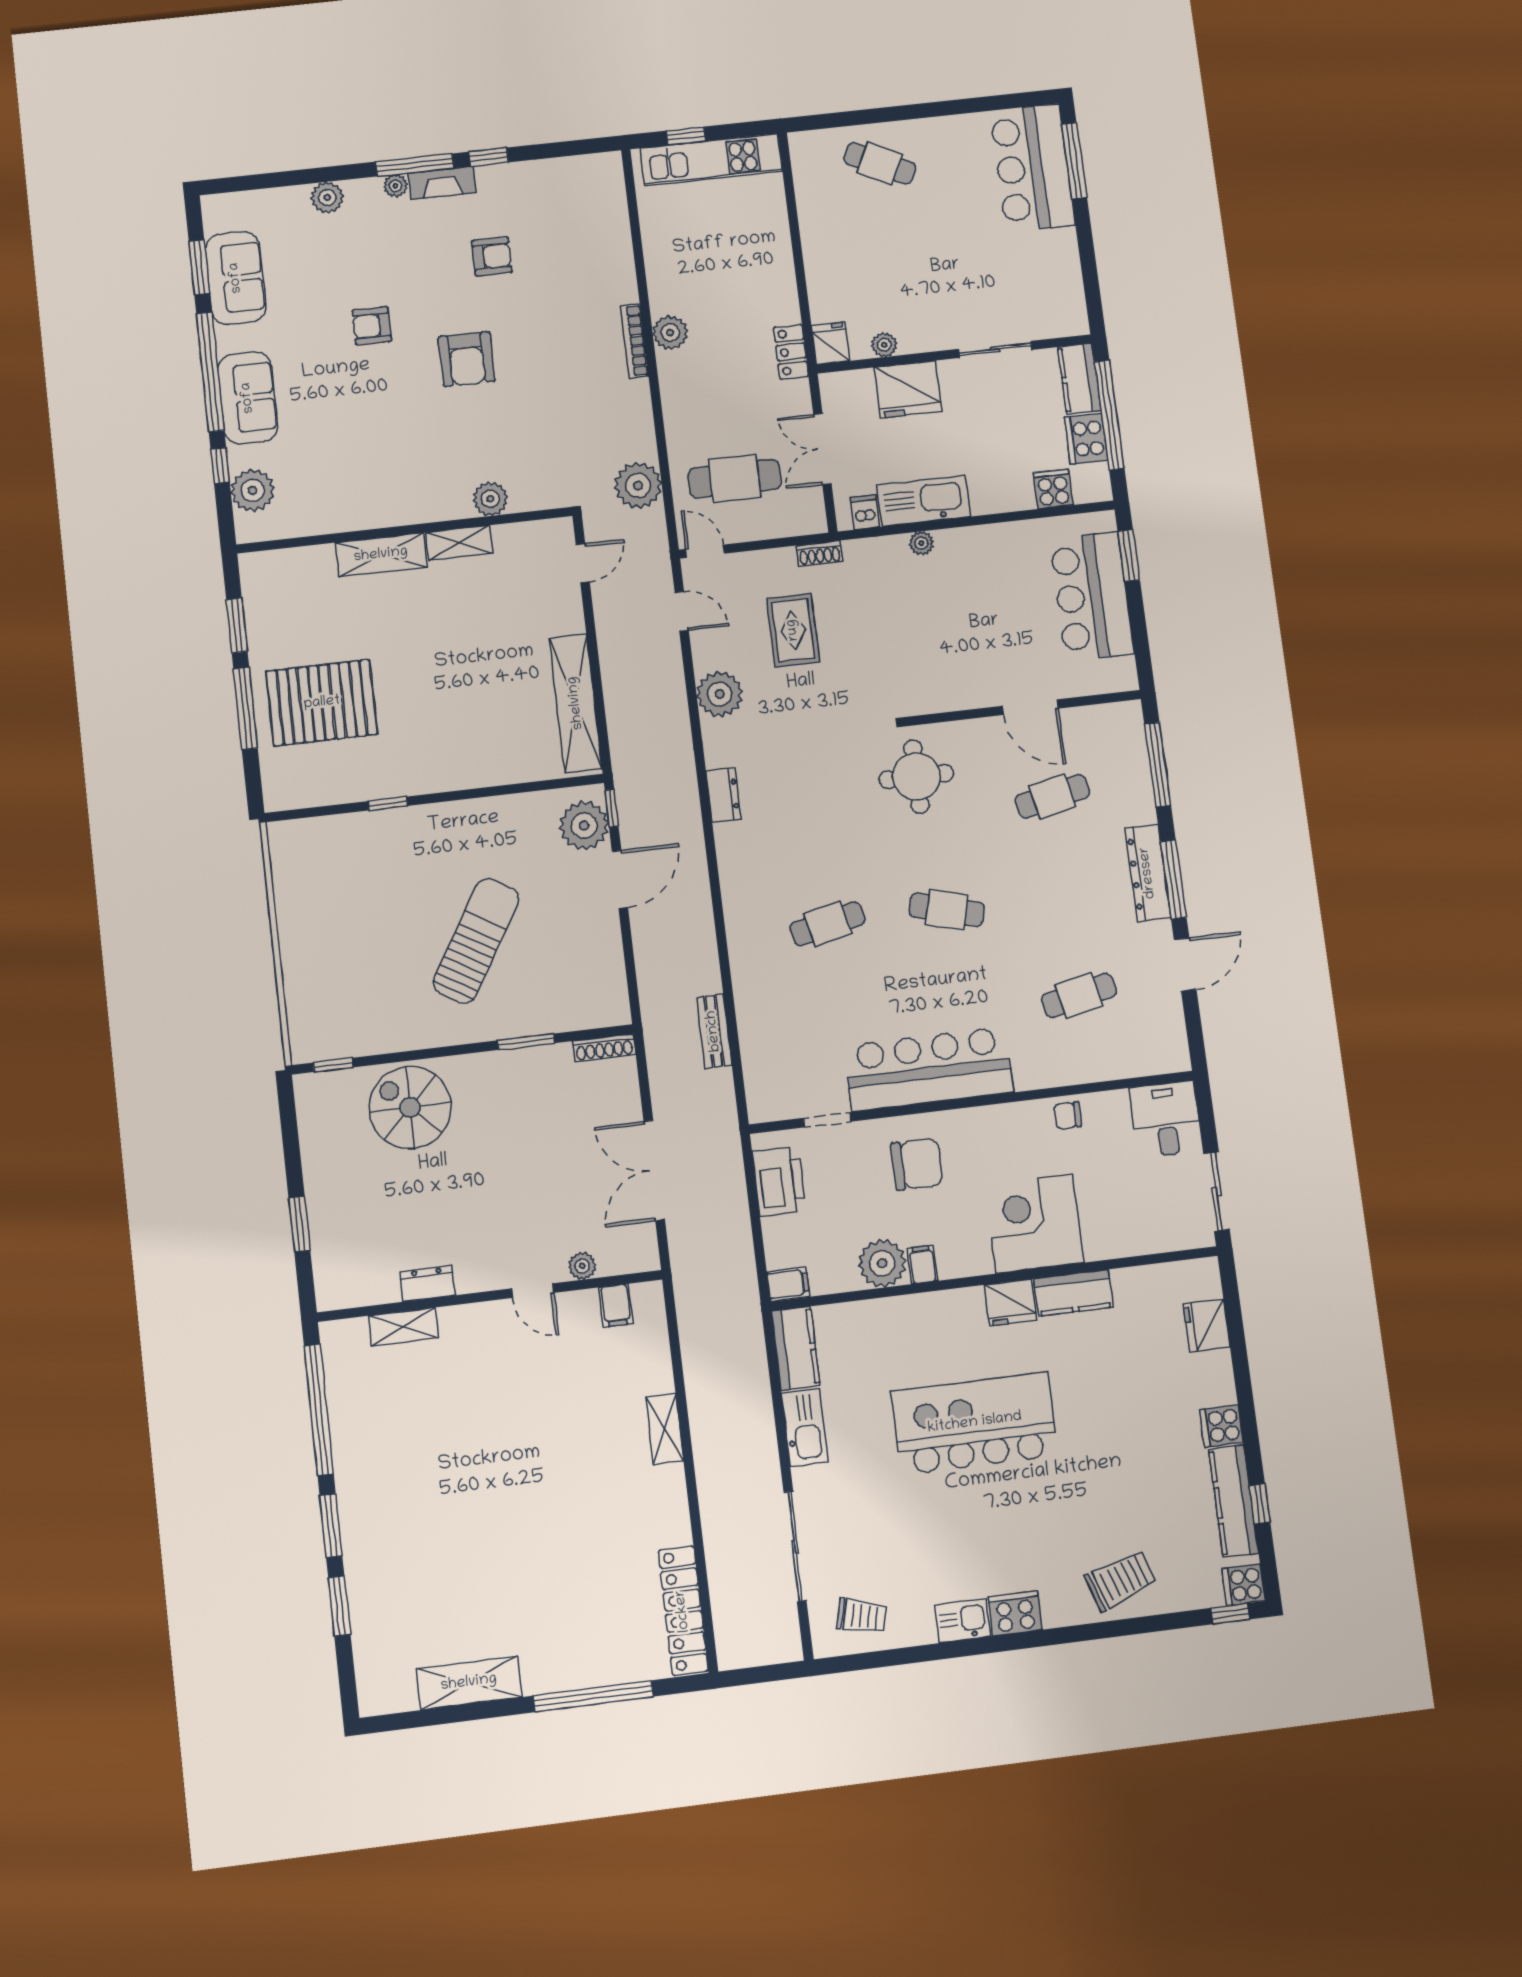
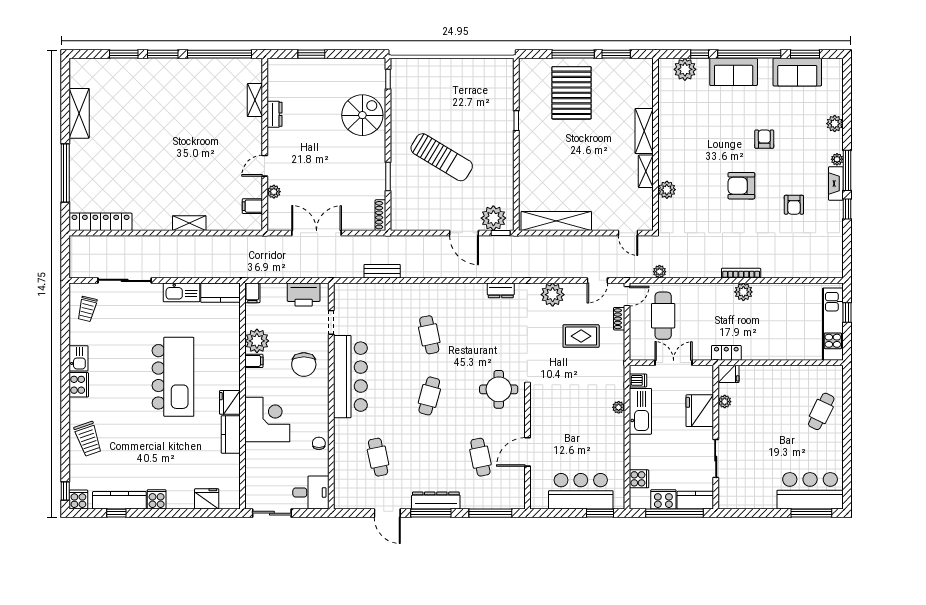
plant: (638, 485) -> (659, 272), width x0.53, depth x0.53
shoe rack: (820, 553) -> (619, 319), moved

